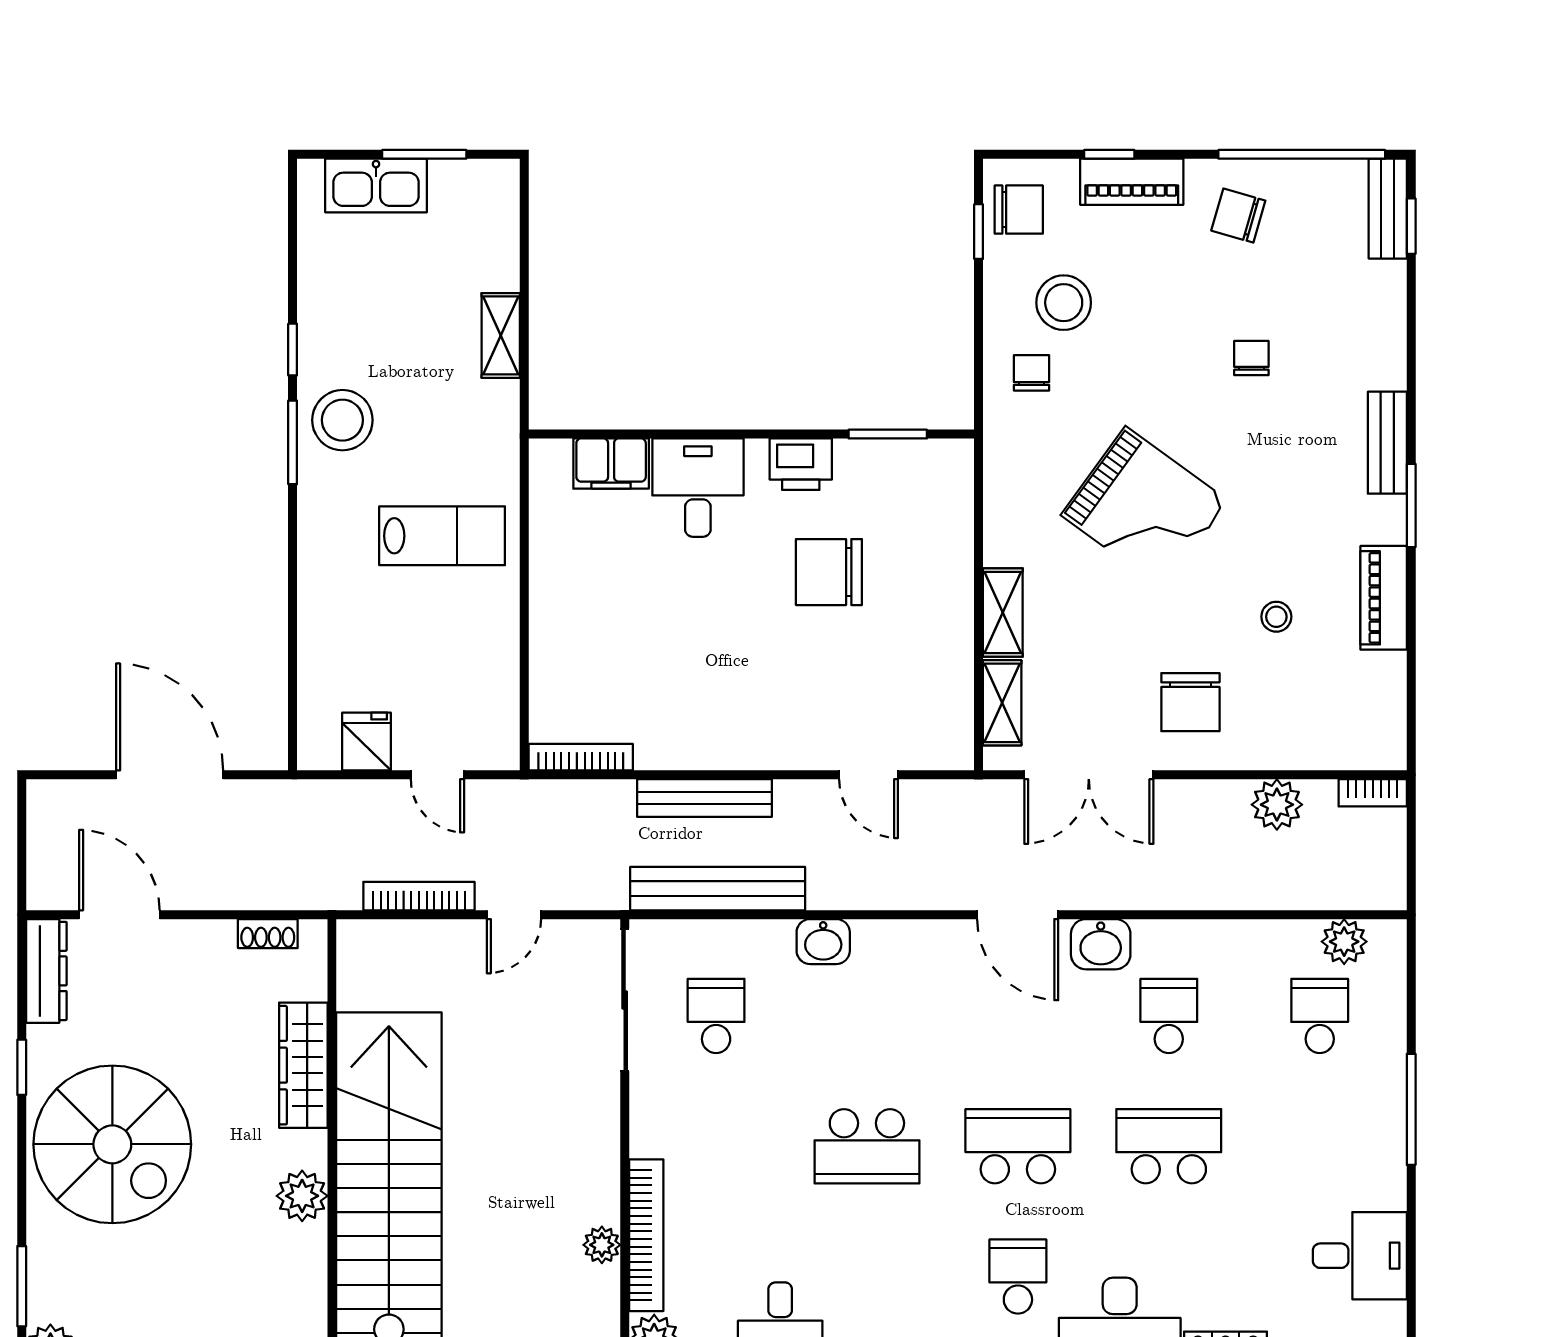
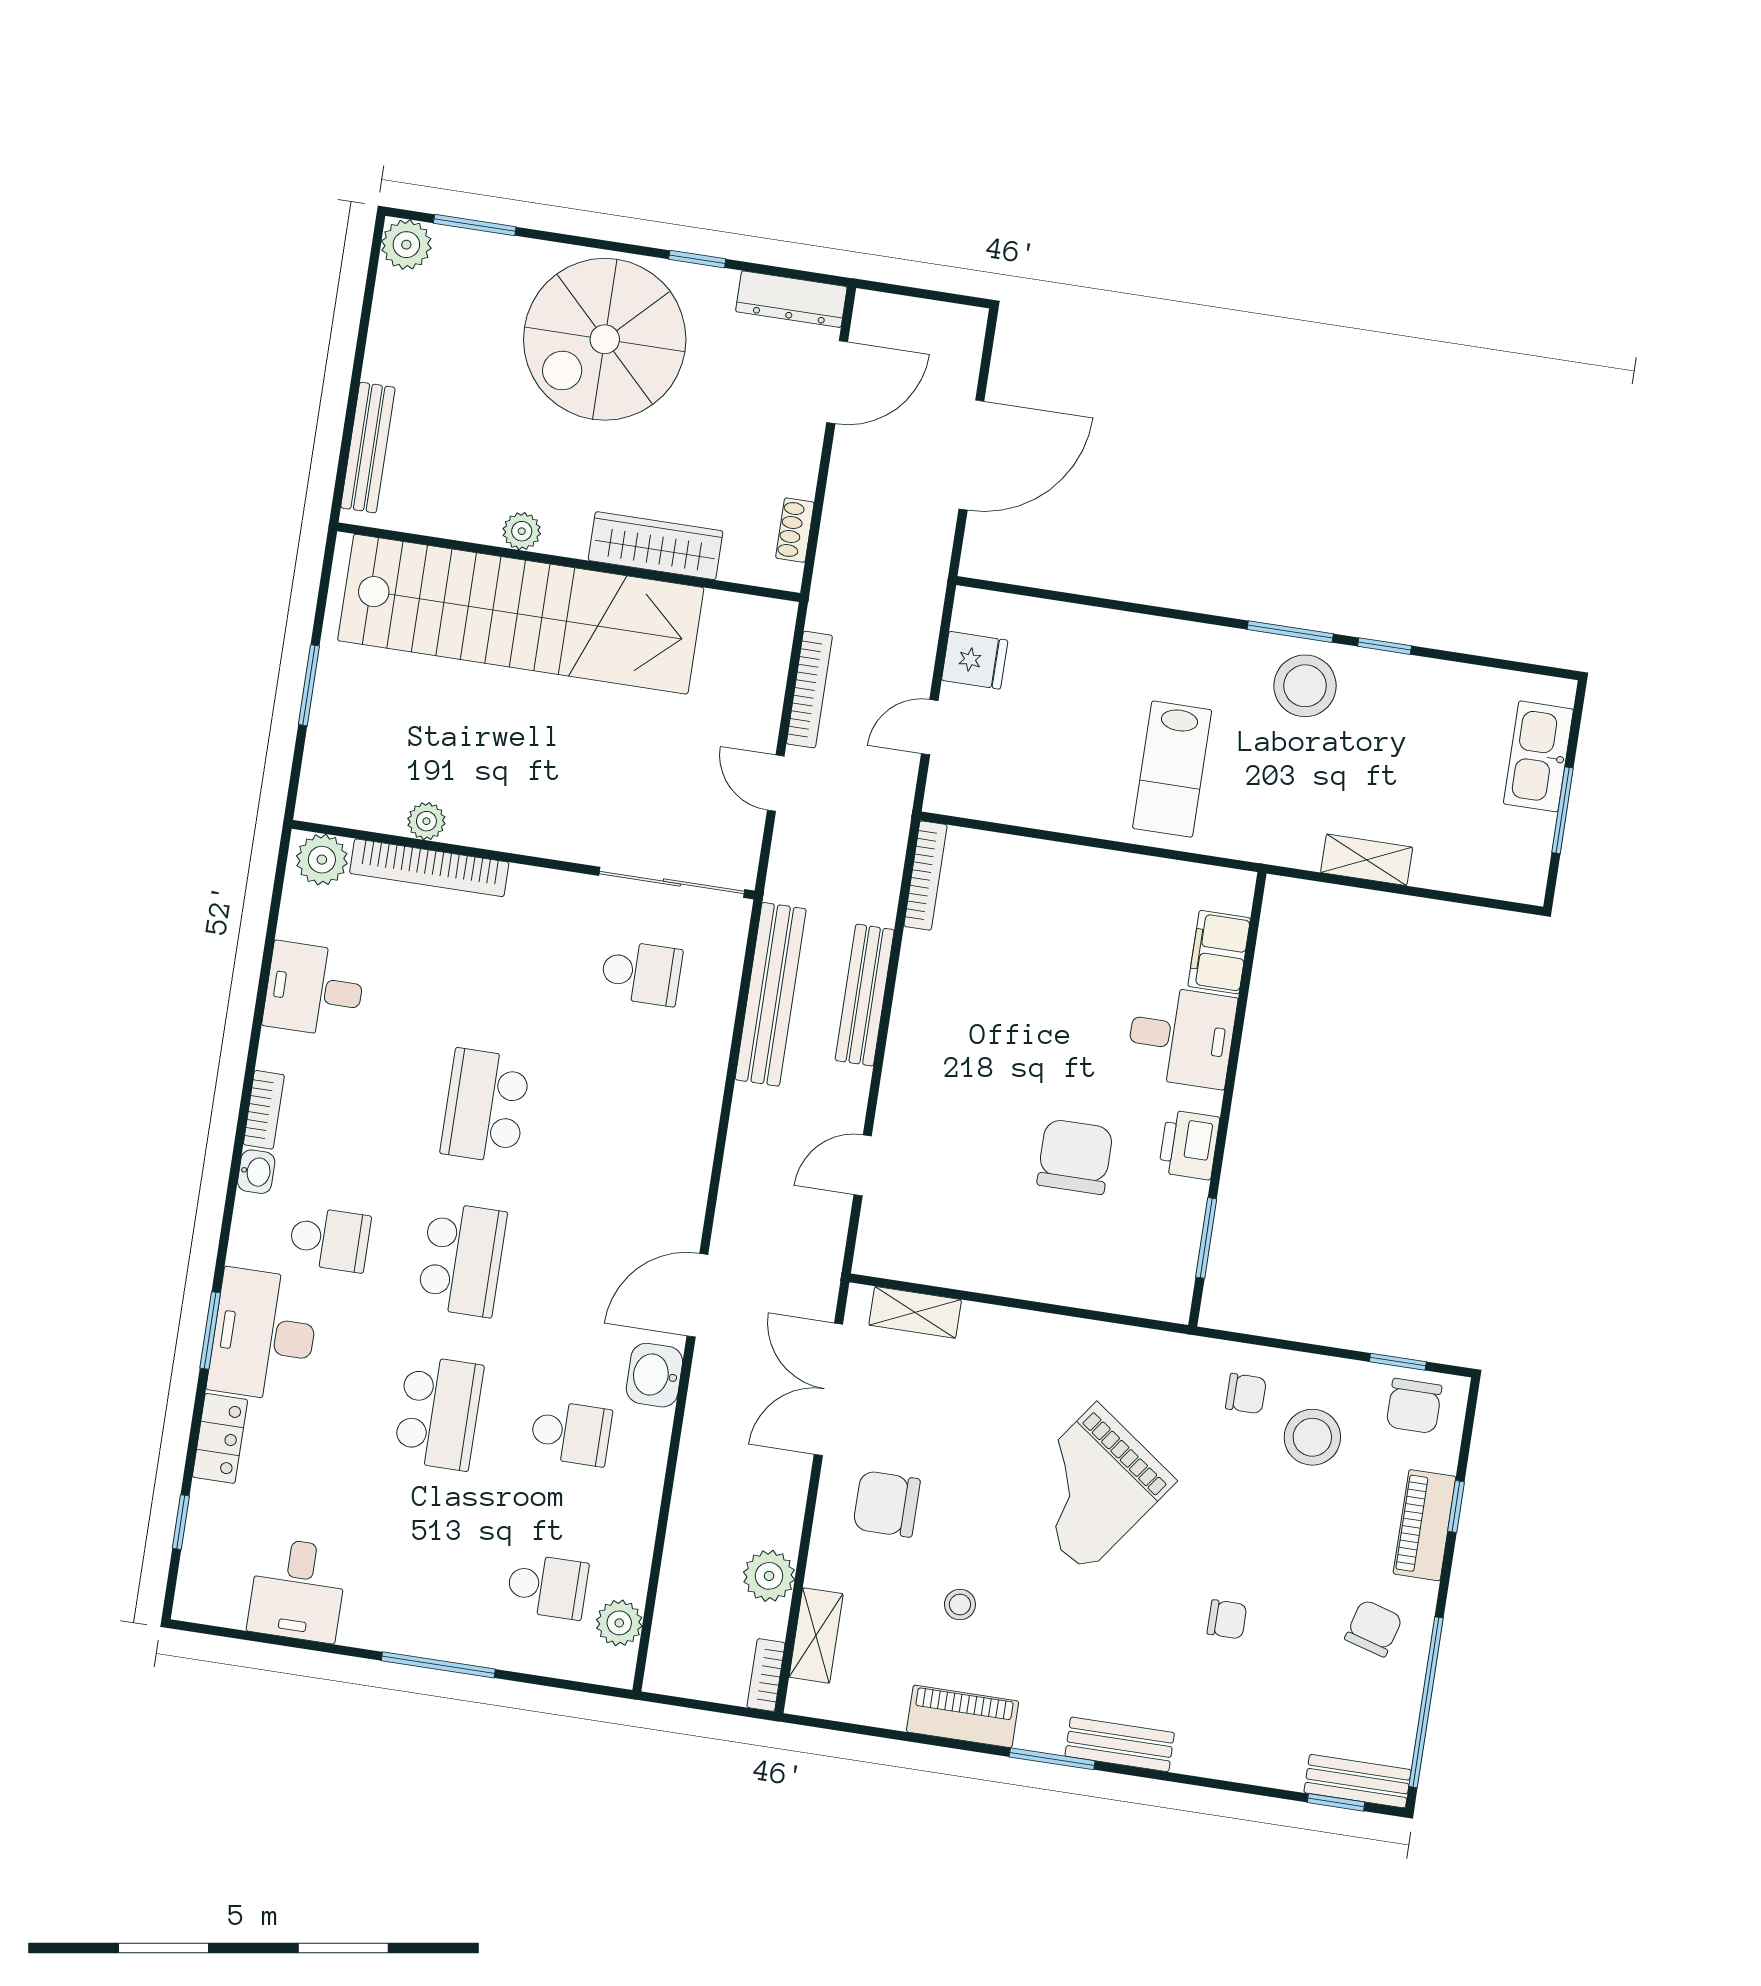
shelving: (1003, 613) -> (816, 1635), moved, turned 90
washbasin: (823, 942) -> (700, 1093), removed
plant: (302, 1196) -> (522, 531), width x0.73, depth x0.73

